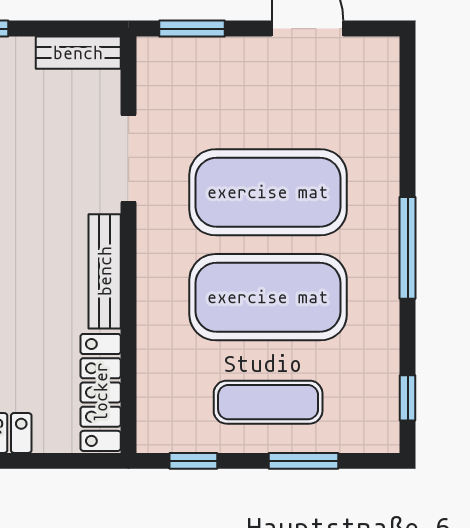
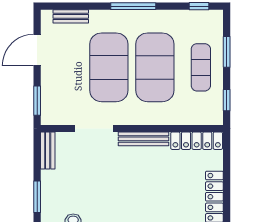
bench: (384, 105) -> (71, 16), added

